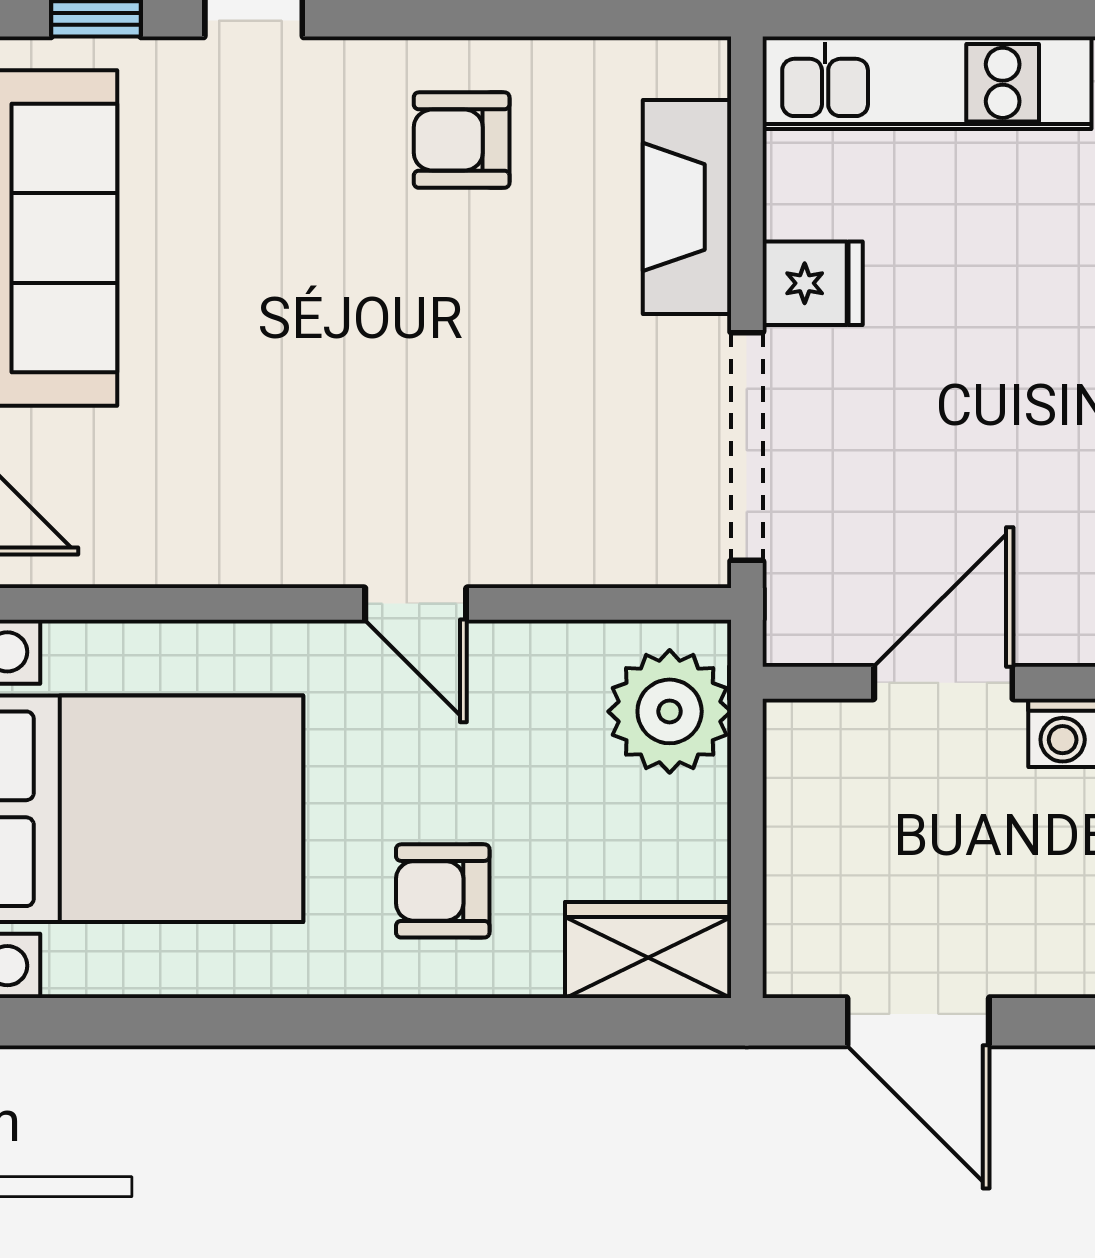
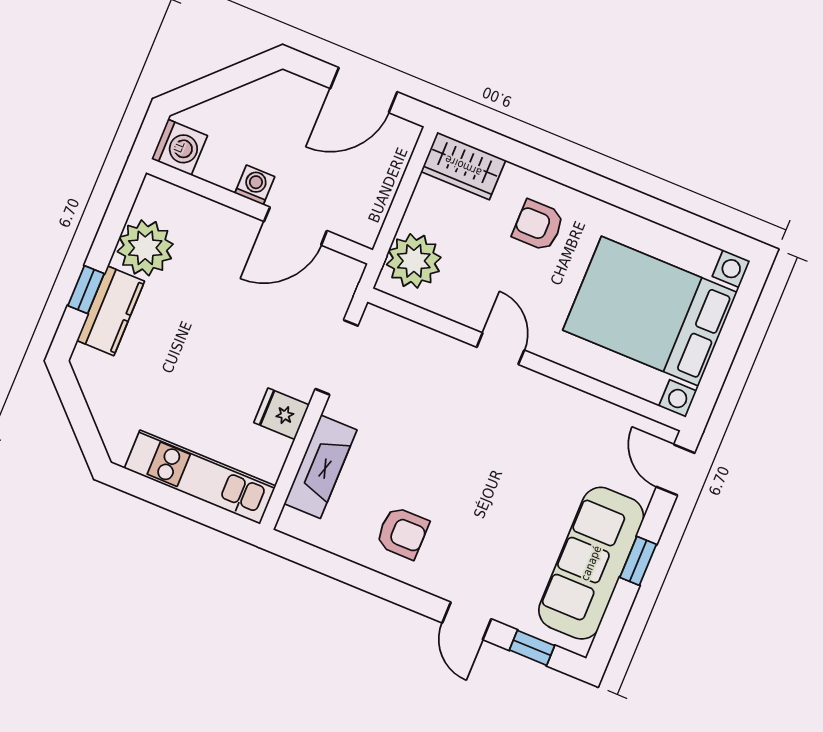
doorway: (747, 447) -> (337, 357), width x0.73
armchair: (443, 891) -> (538, 225), turned 180
door: (918, 1022) -> (364, 90), swing flipped

